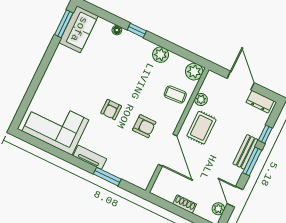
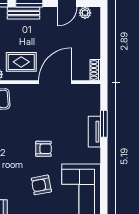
armchair: (144, 126) -> (41, 185), moved, turned -101
tv unit: (90, 157) -> (94, 132), moved
shoe rack: (185, 204) -> (95, 70), moved

